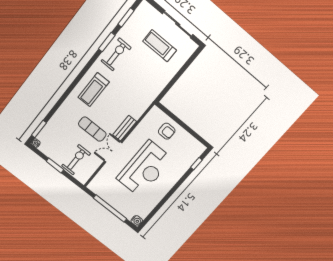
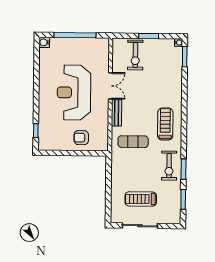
treadmill: (160, 46) -> (141, 199), turned 180
exercise mat: (92, 129) -> (133, 142), moved

